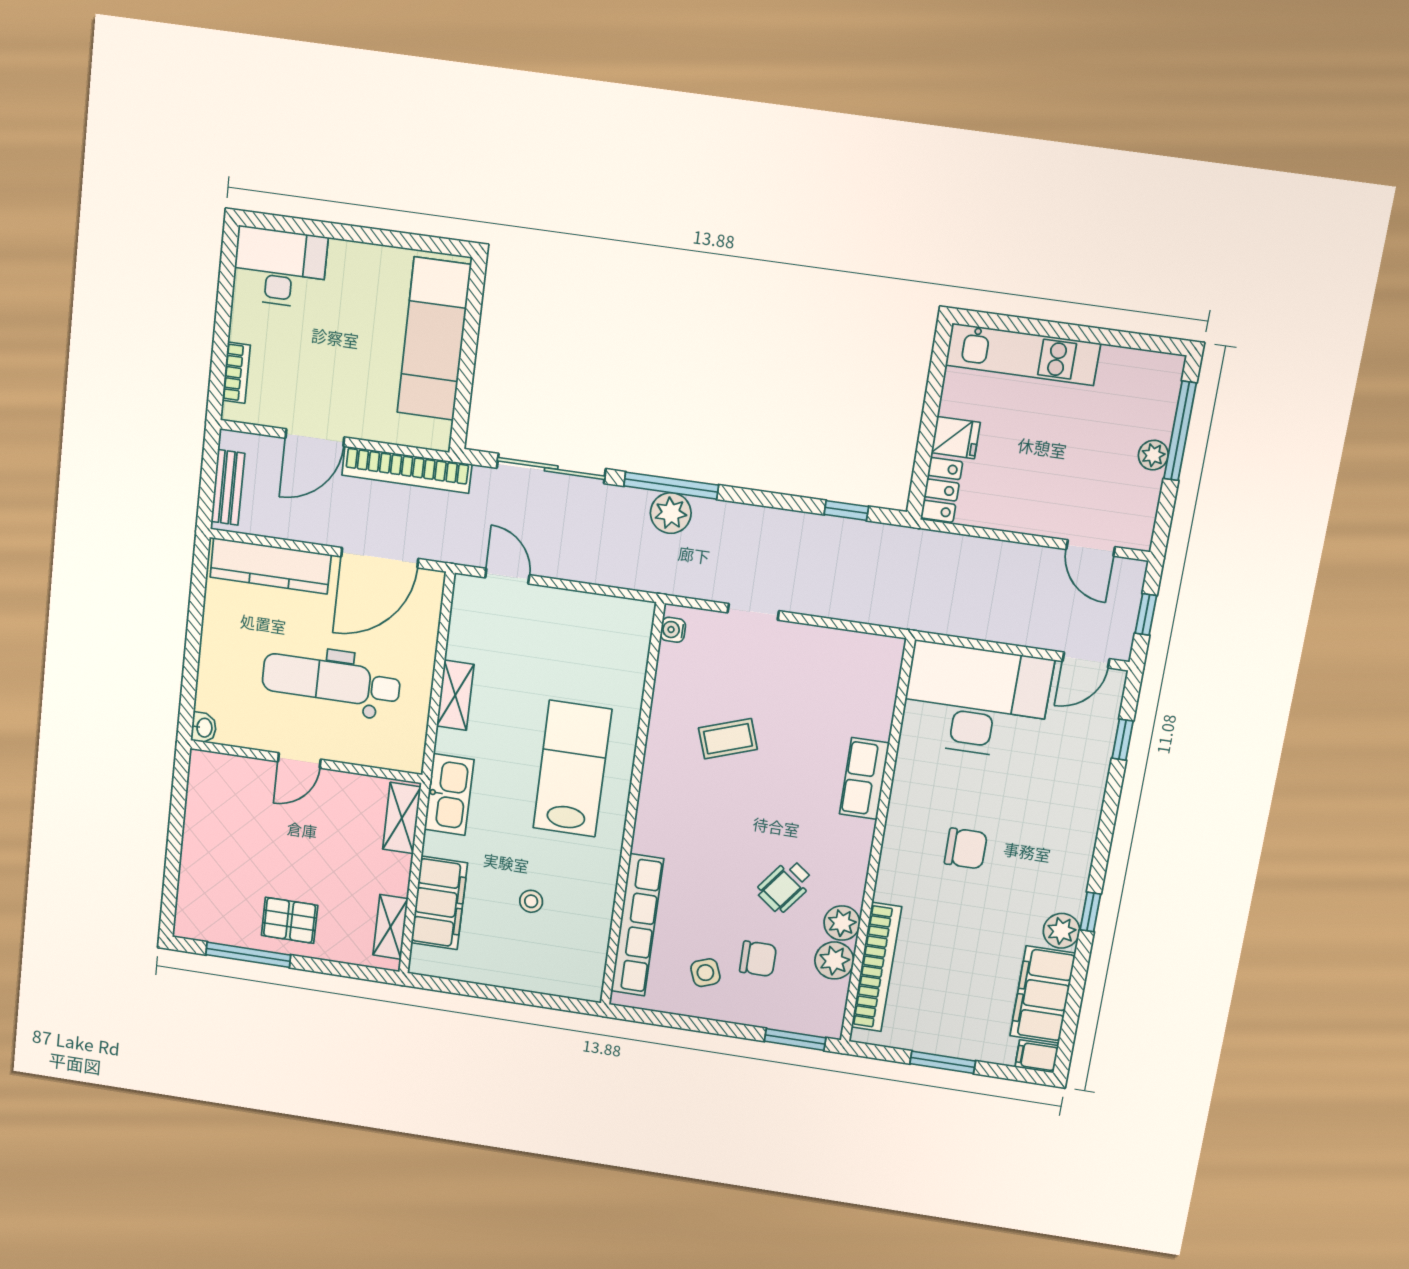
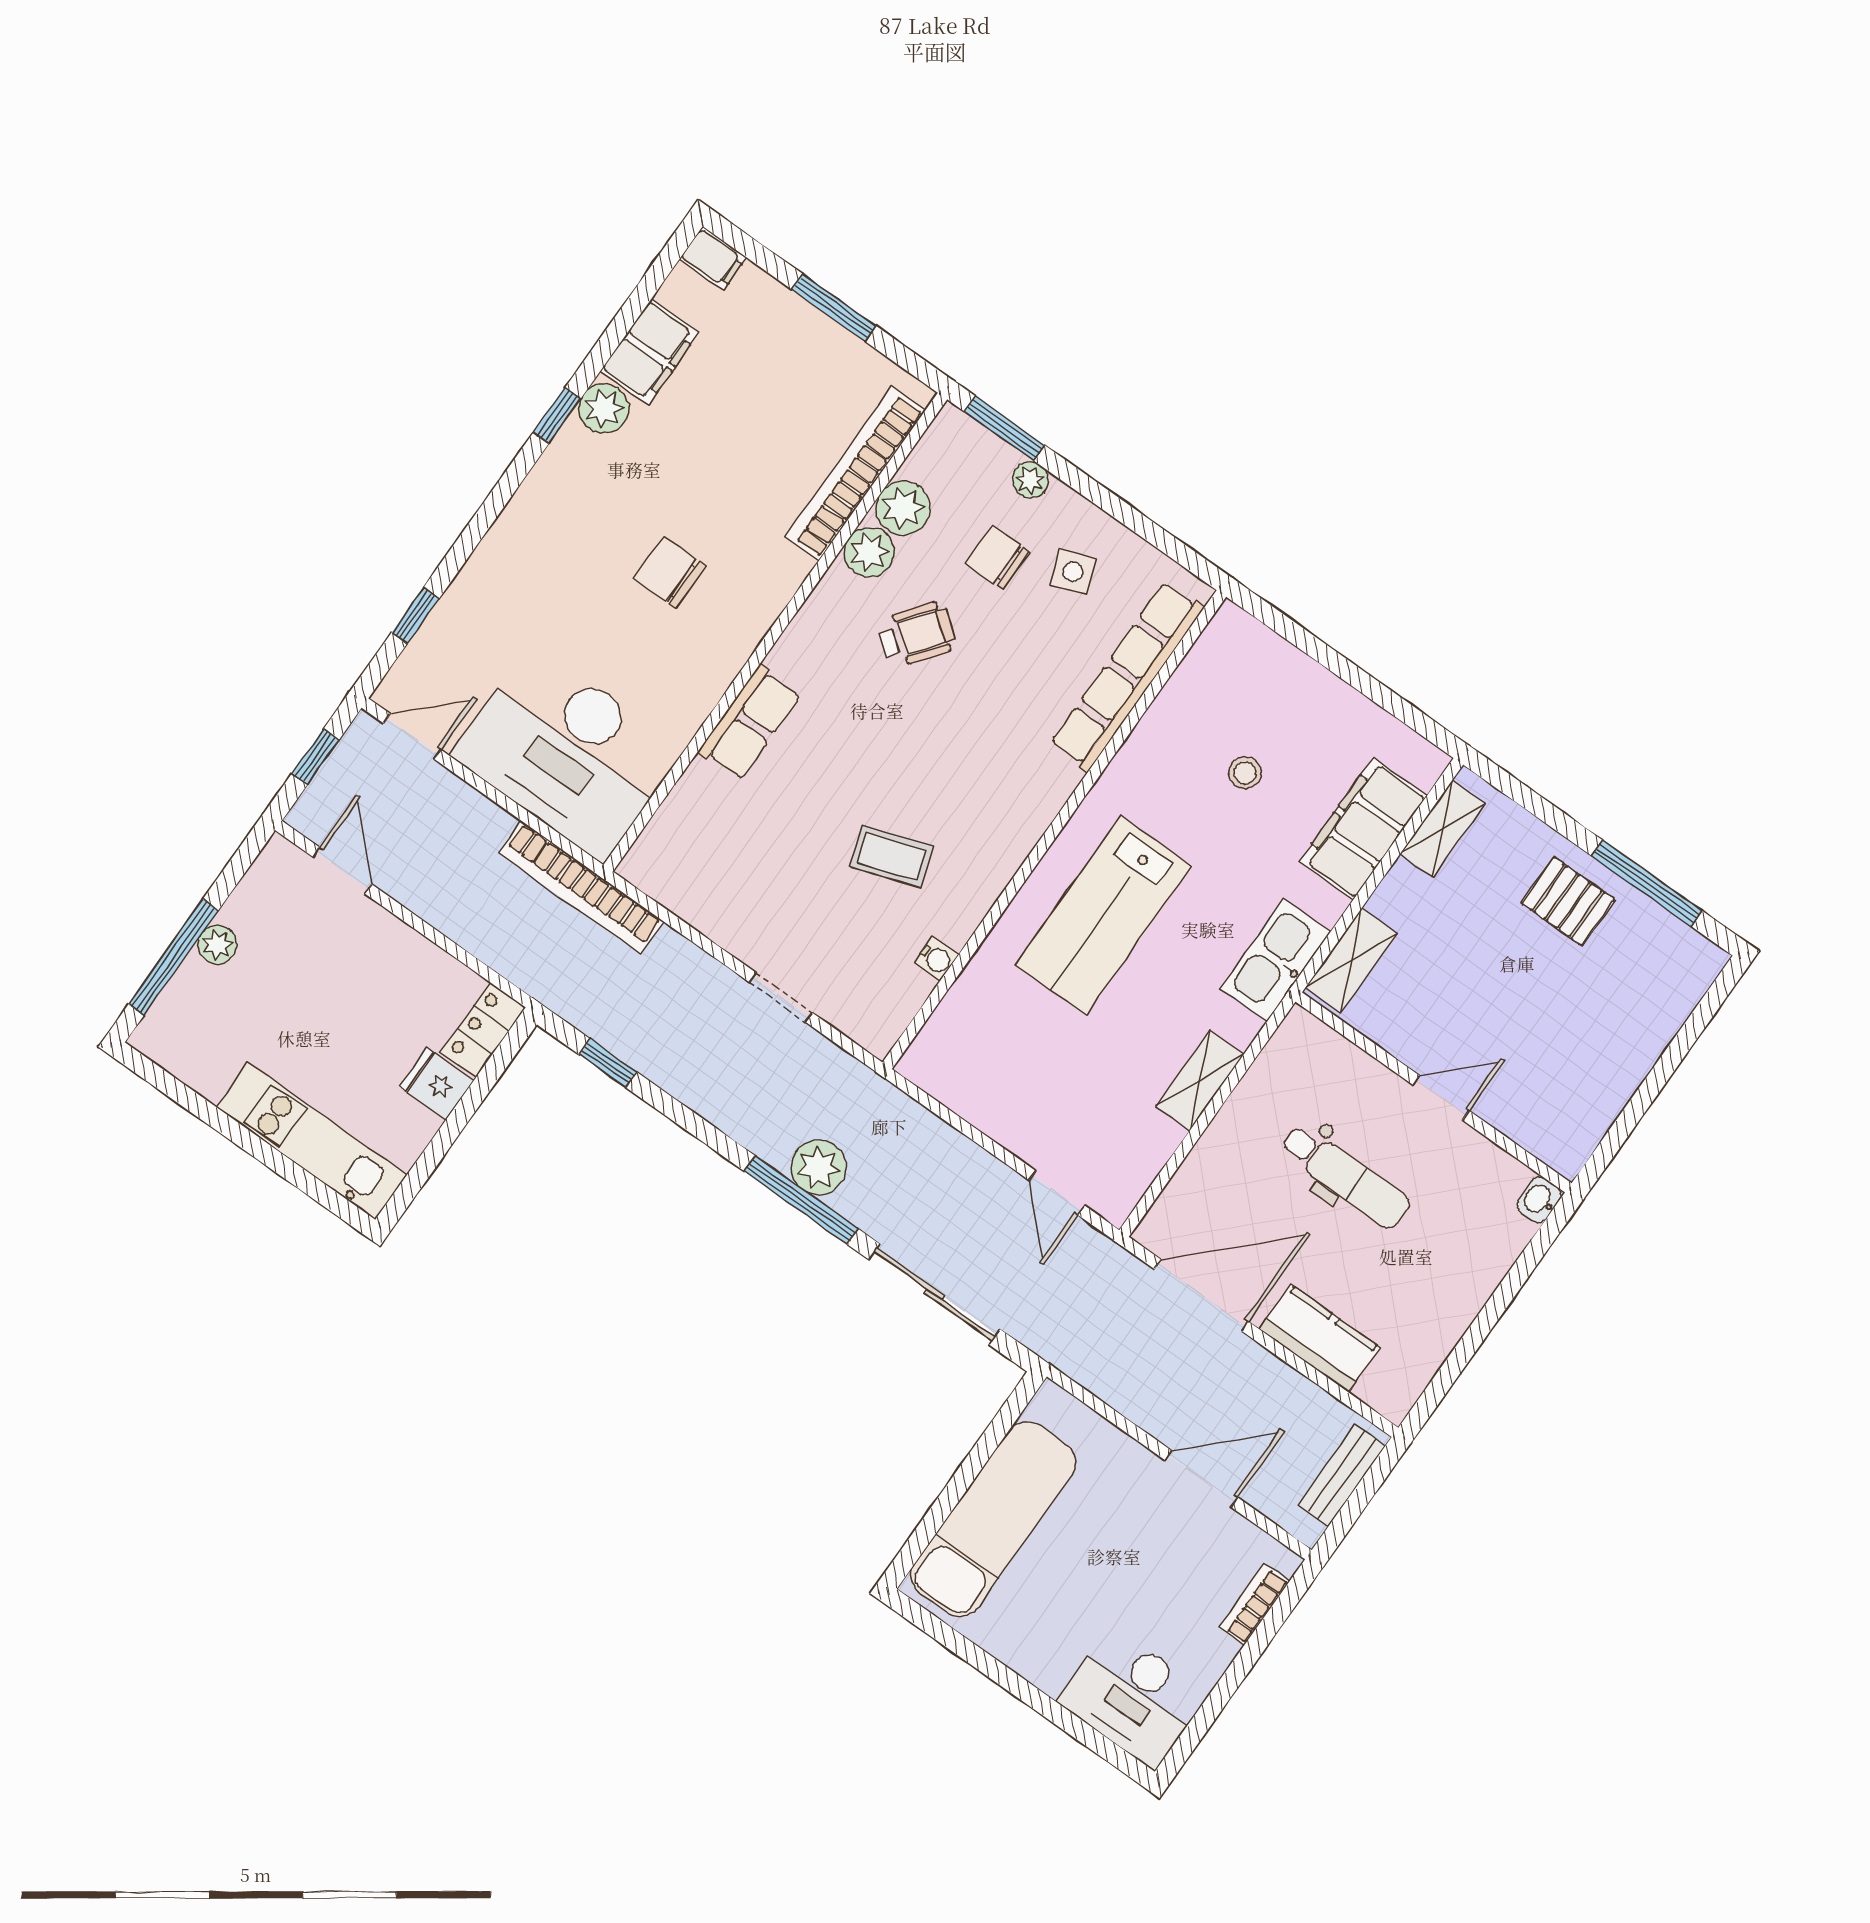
bookcase: (407, 470) -> (581, 887), moved, turned 180
kitchen counter: (271, 566) -> (1320, 1339), width x0.67
water cooler: (673, 630) -> (936, 959), moved
dental chair: (331, 681) -> (1345, 1176), width x0.73, depth x0.72
filing cabinet: (1043, 995) -> (650, 352), width x0.67, depth x0.86
plant: (762, 1016) -> (1030, 480), added

